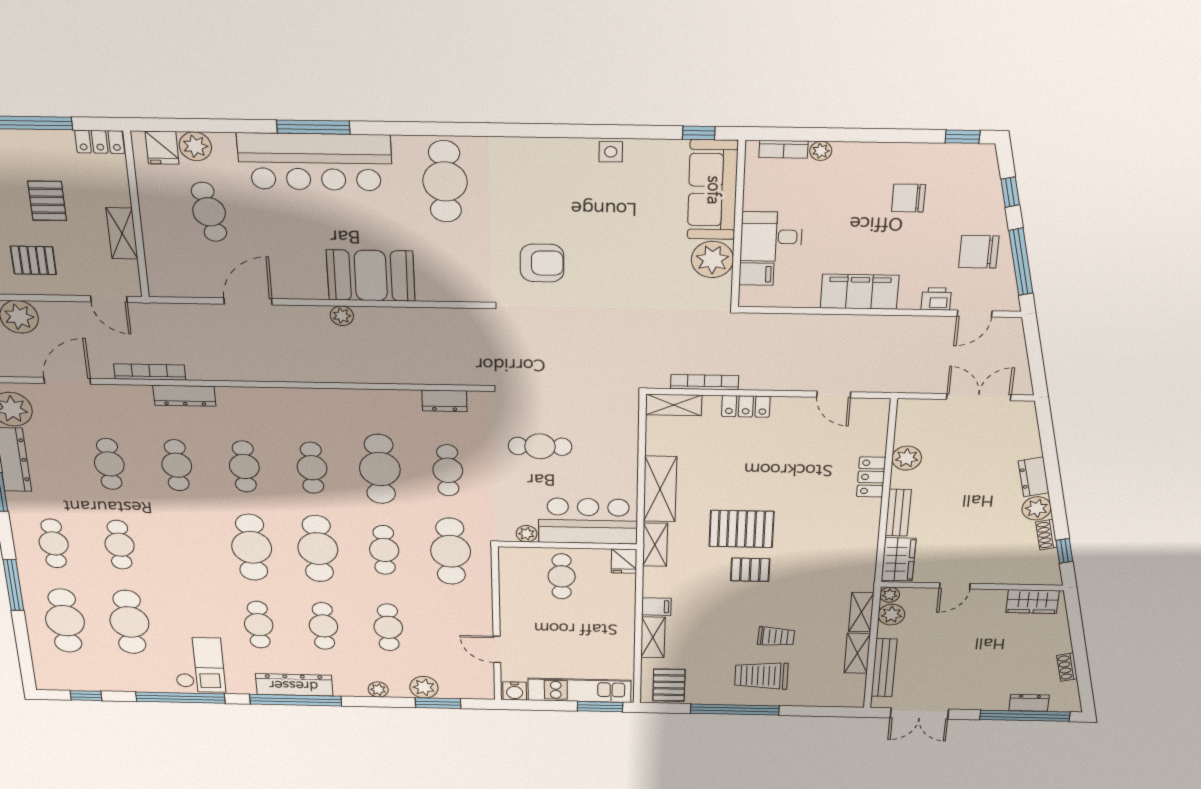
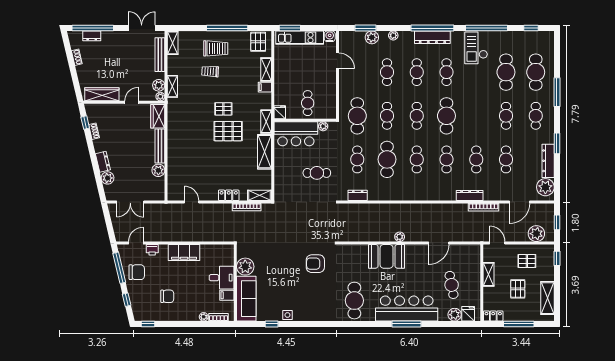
window: (699, 133) -> (272, 324), moved
filing cabinet: (756, 274) -> (227, 295), moved
locker: (871, 477) -> (173, 160), removed
plant: (1037, 508) -> (108, 178), moved
bench: (898, 513) -> (160, 146), width x1.36
cafe table: (318, 549) -> (417, 116), width x0.73, depth x0.74
wardrobe: (1033, 602) -> (102, 94), width x1.50
shelving: (857, 653) -> (173, 43), moved

